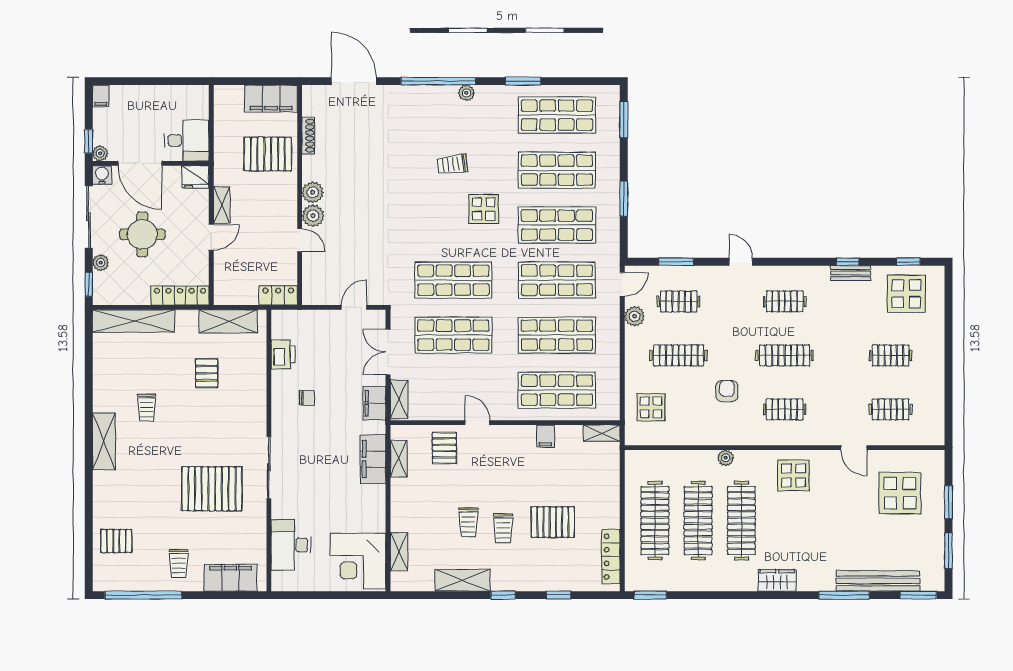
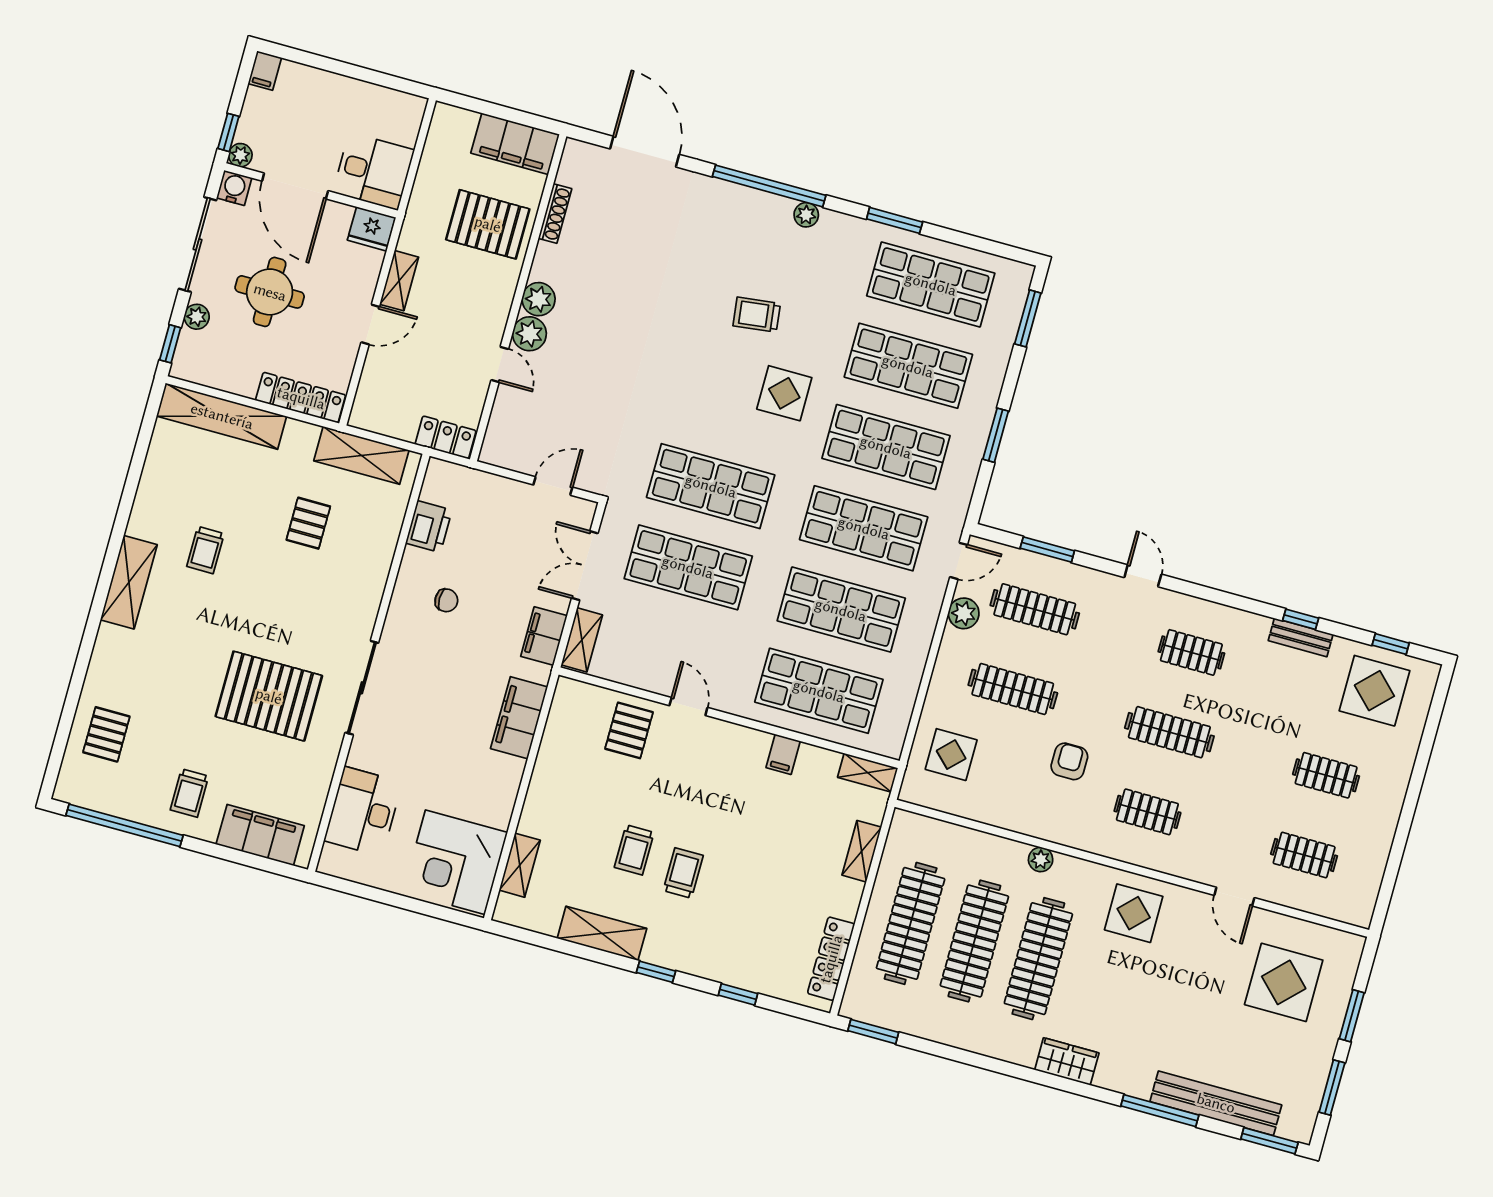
clothes rail: (679, 301) -> (1035, 609), width x1.36
shelving: (399, 459) -> (862, 851), moved
pallet: (553, 522) -> (759, 884), removed
trolley: (503, 528) -> (683, 873), turned 180
pallet: (116, 541) -> (106, 734), turned 90

